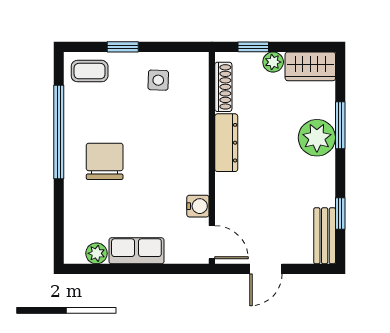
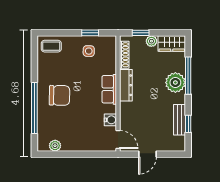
window: (123, 47) -> (90, 33), moved
window: (340, 125) -> (188, 76), width x1.44
window: (59, 132) -> (34, 108), moved
chair: (105, 161) -> (59, 95), turned 91
bench: (325, 236) -> (180, 120), moved
row of seats: (136, 251) -> (109, 89), moved, turned -90

